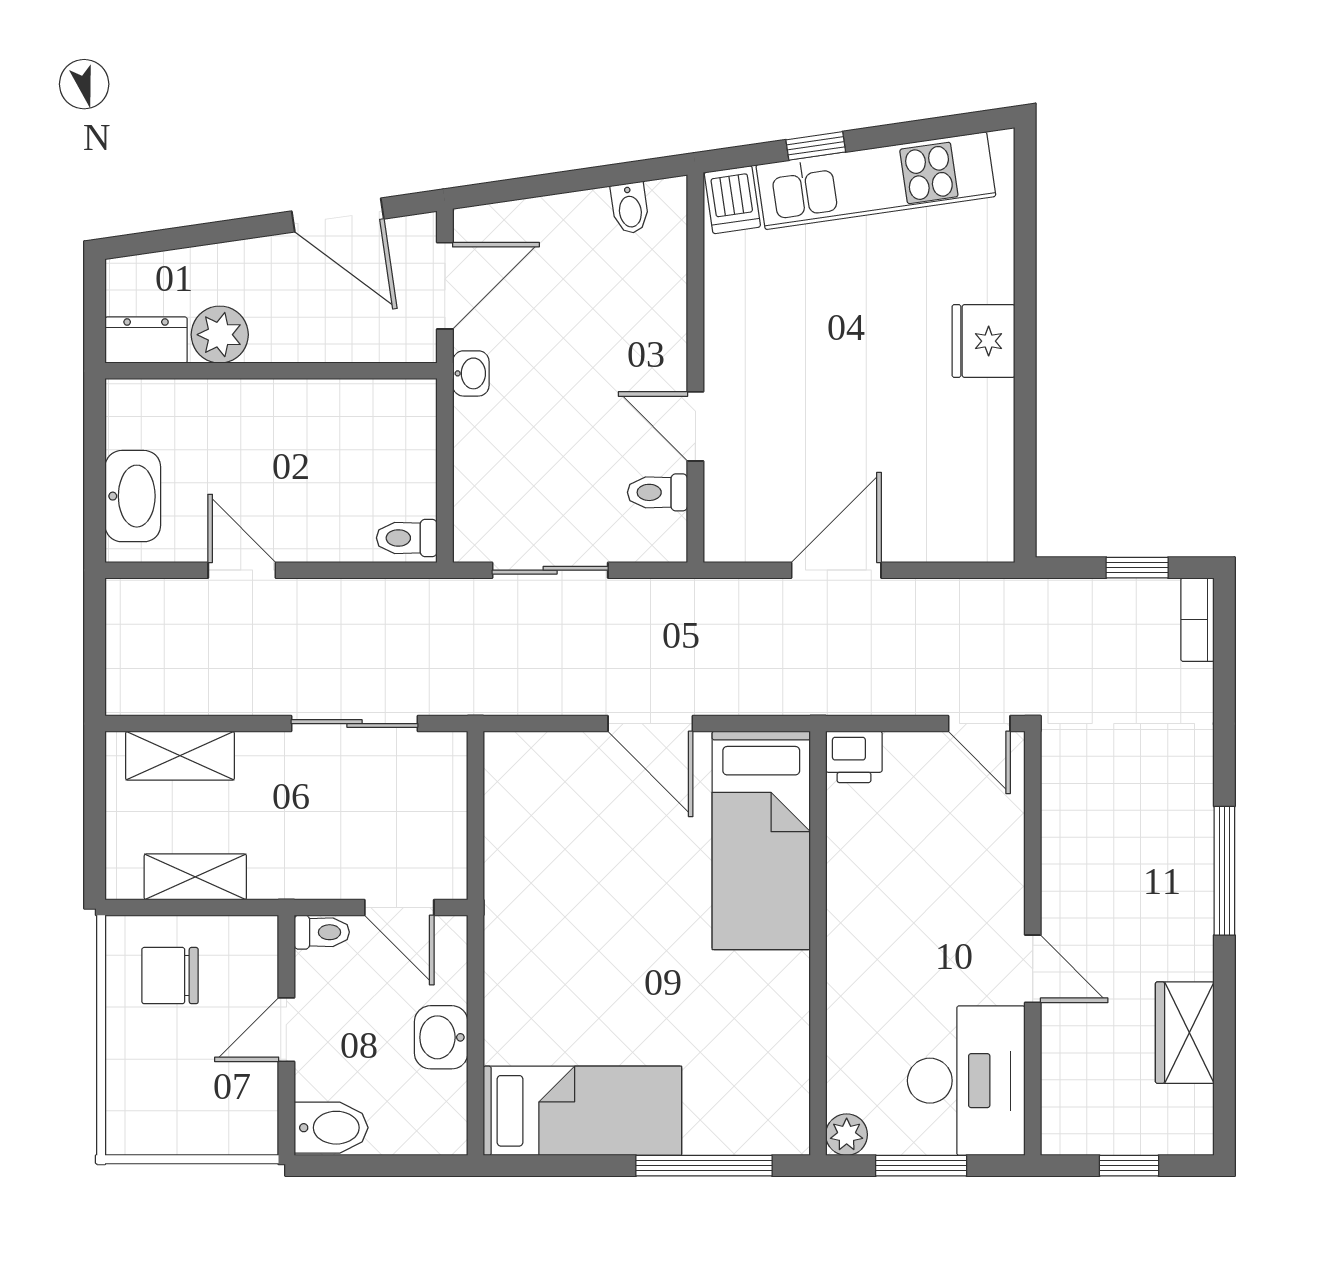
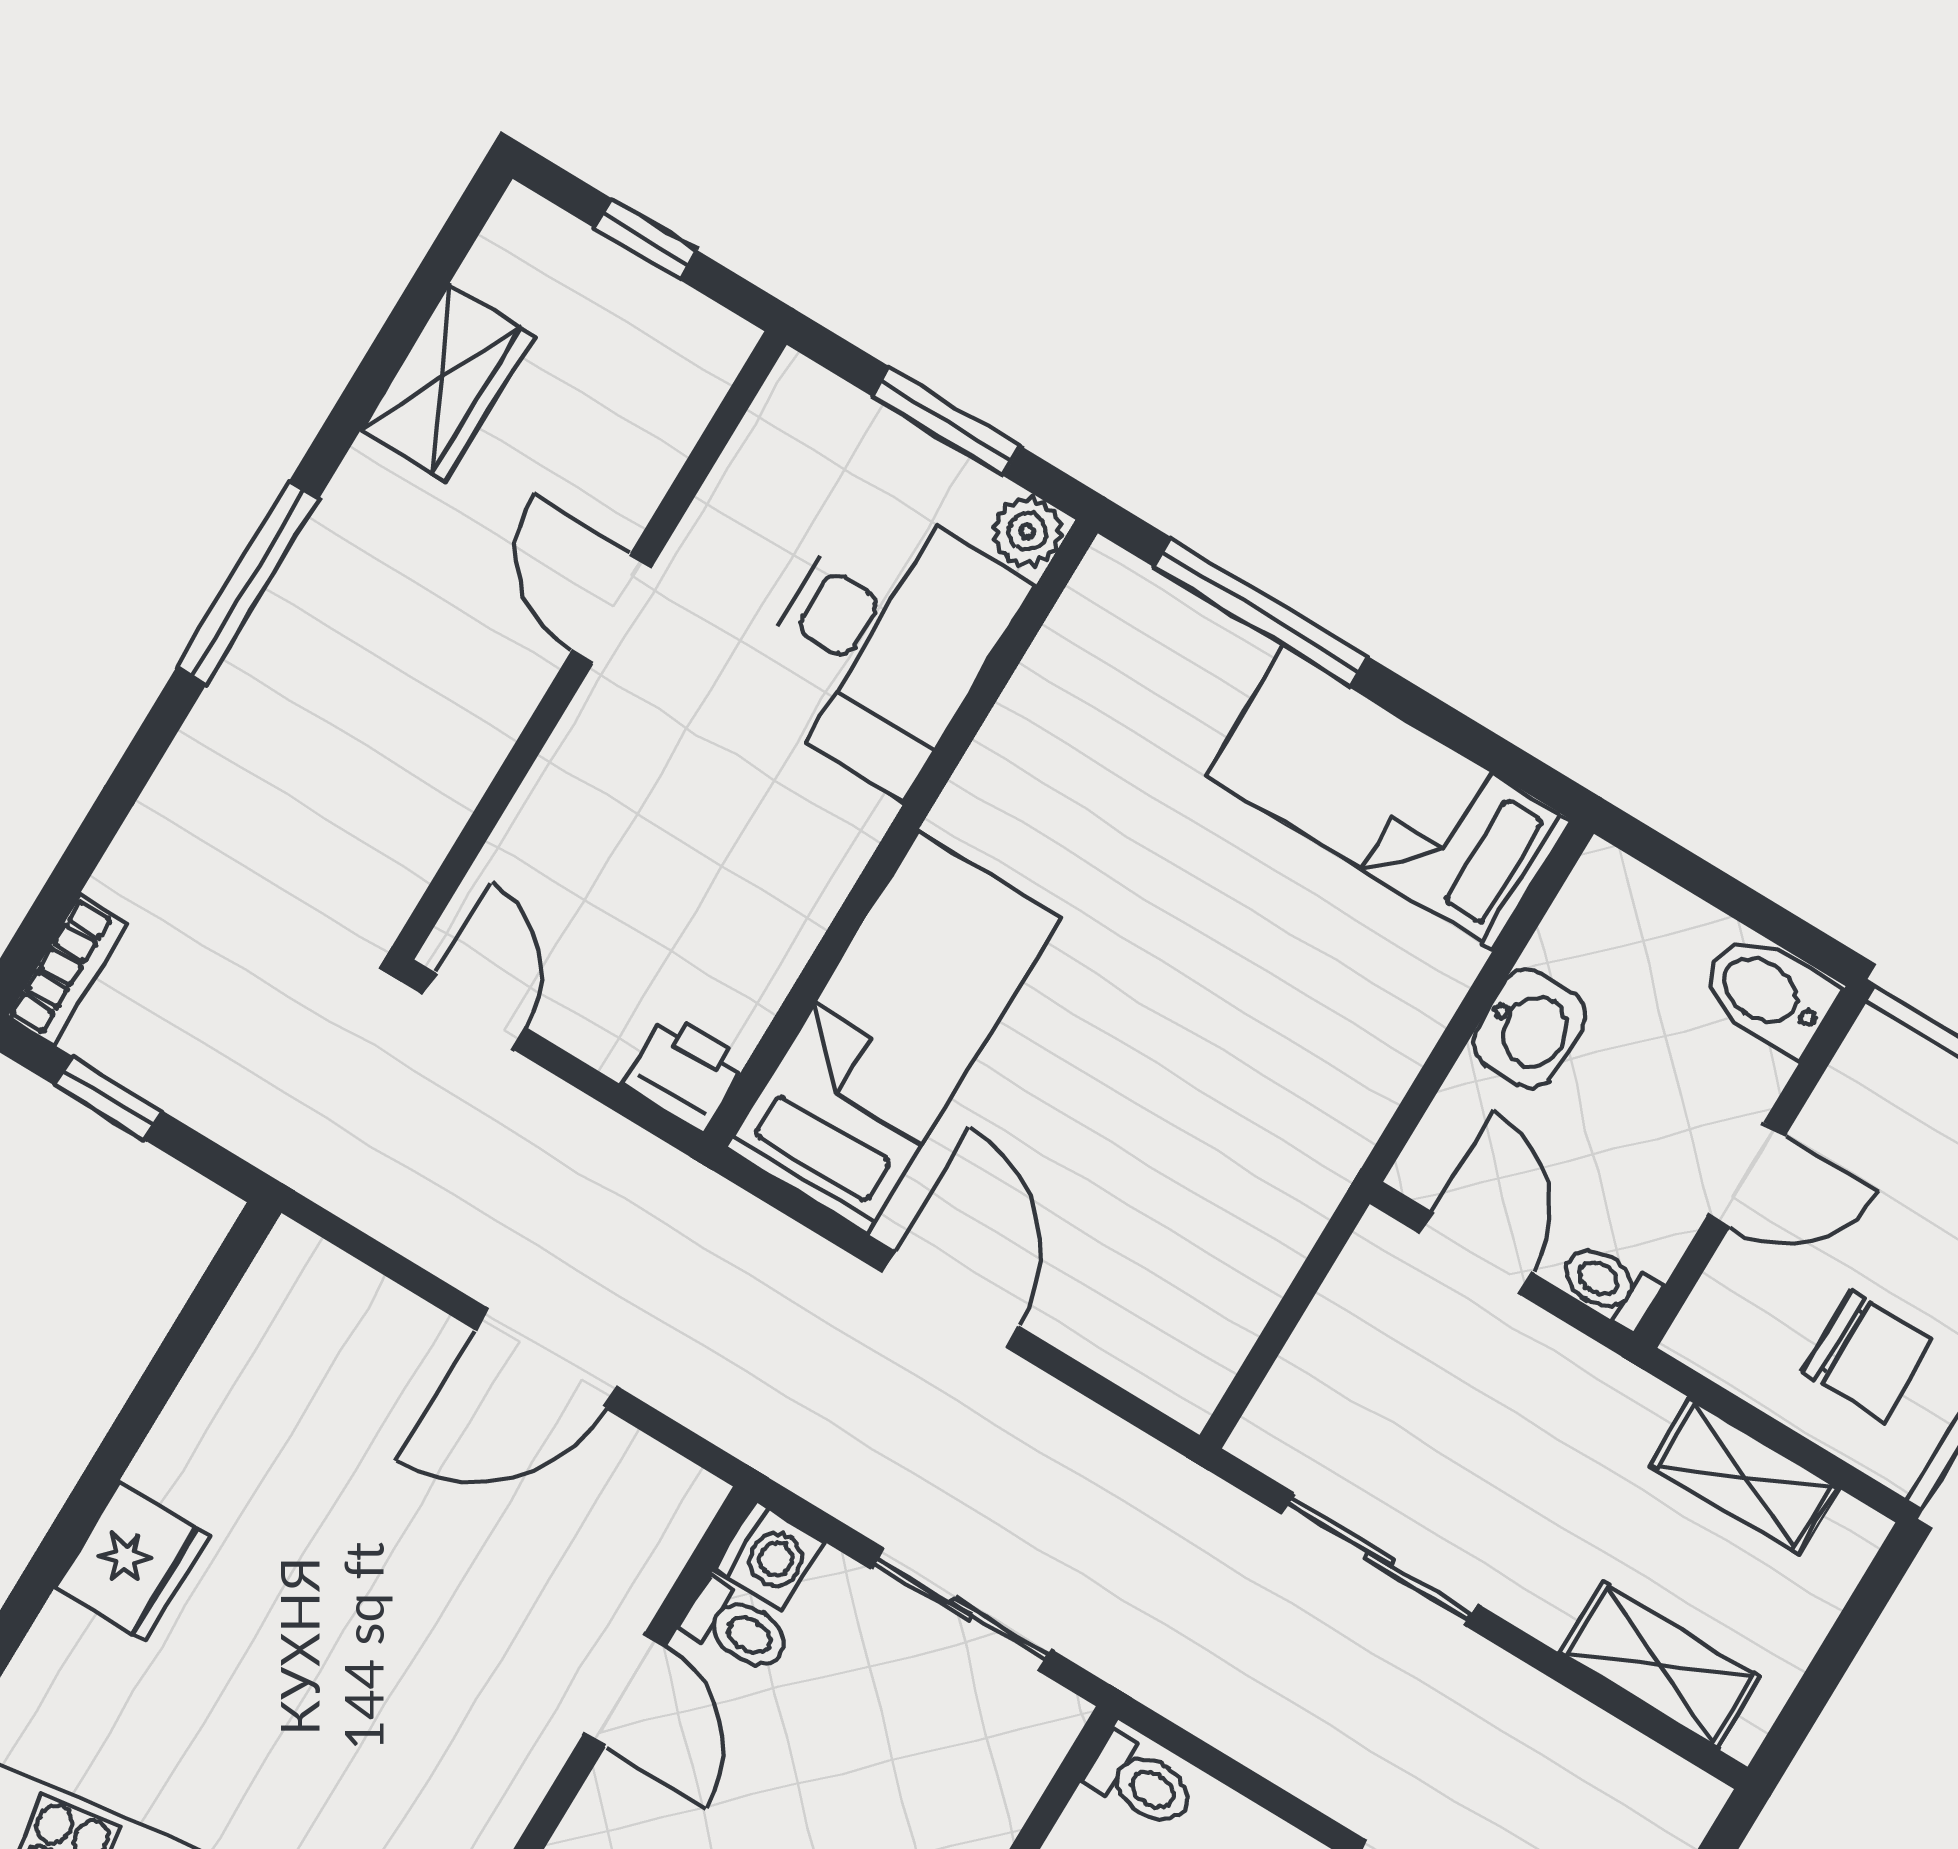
washing machine: (664, 539) -> (769, 1555), added
desk: (966, 1081) -> (885, 643), moved, turned 180

